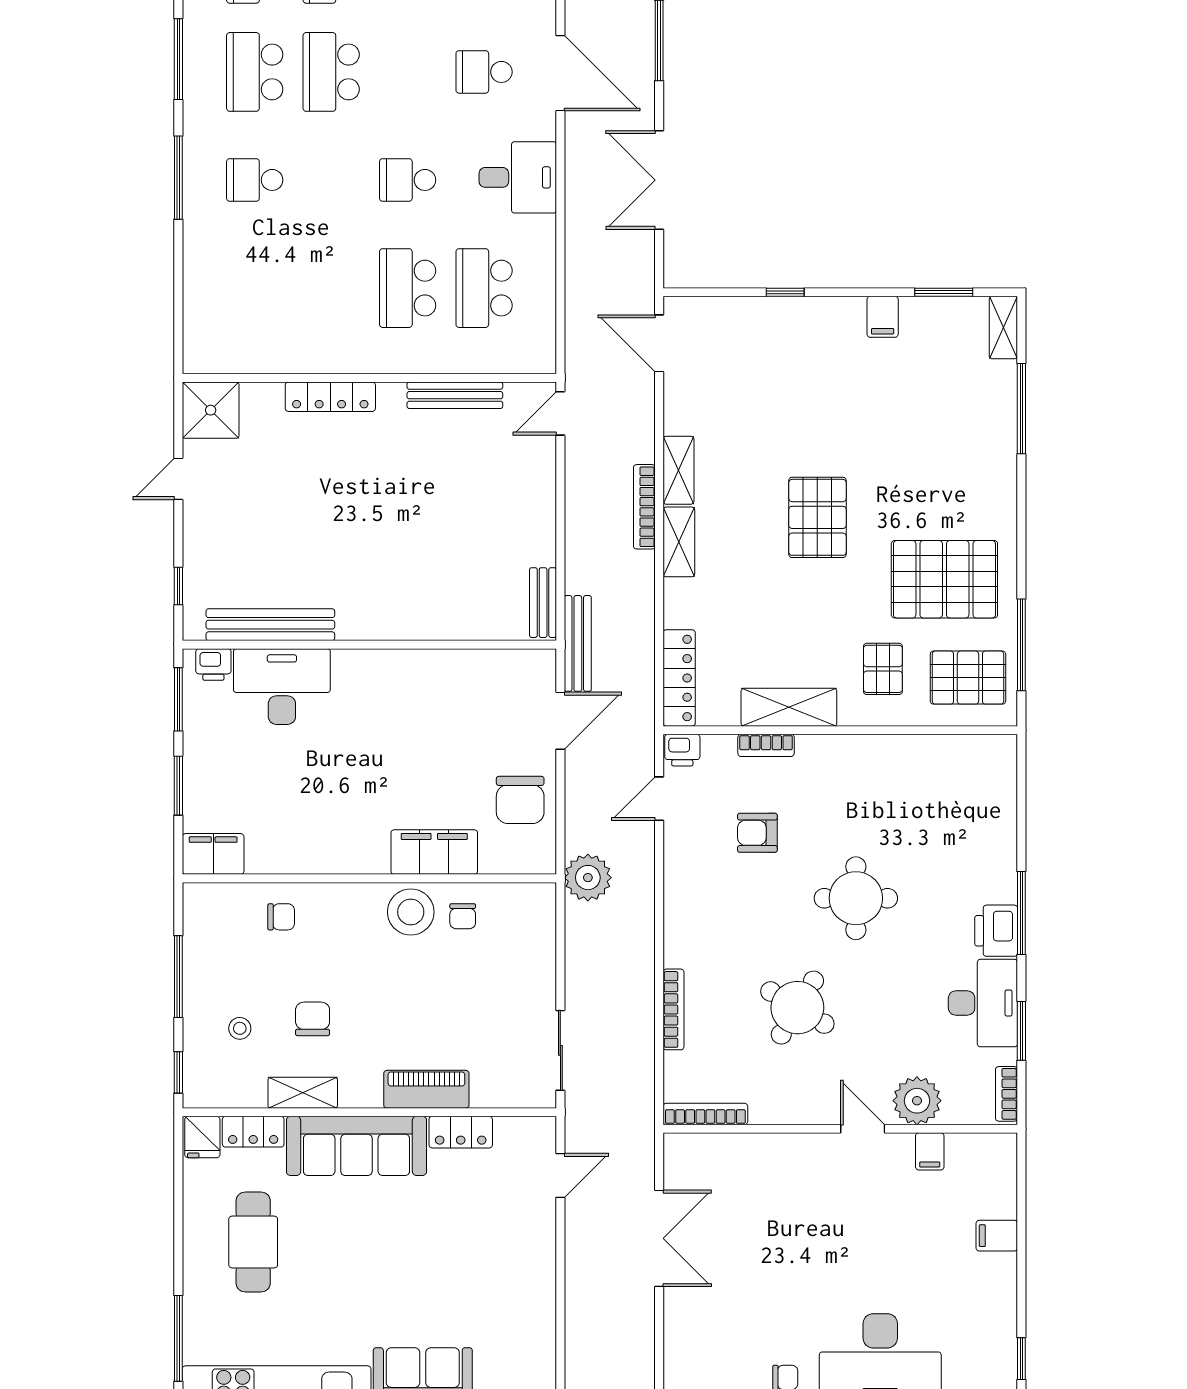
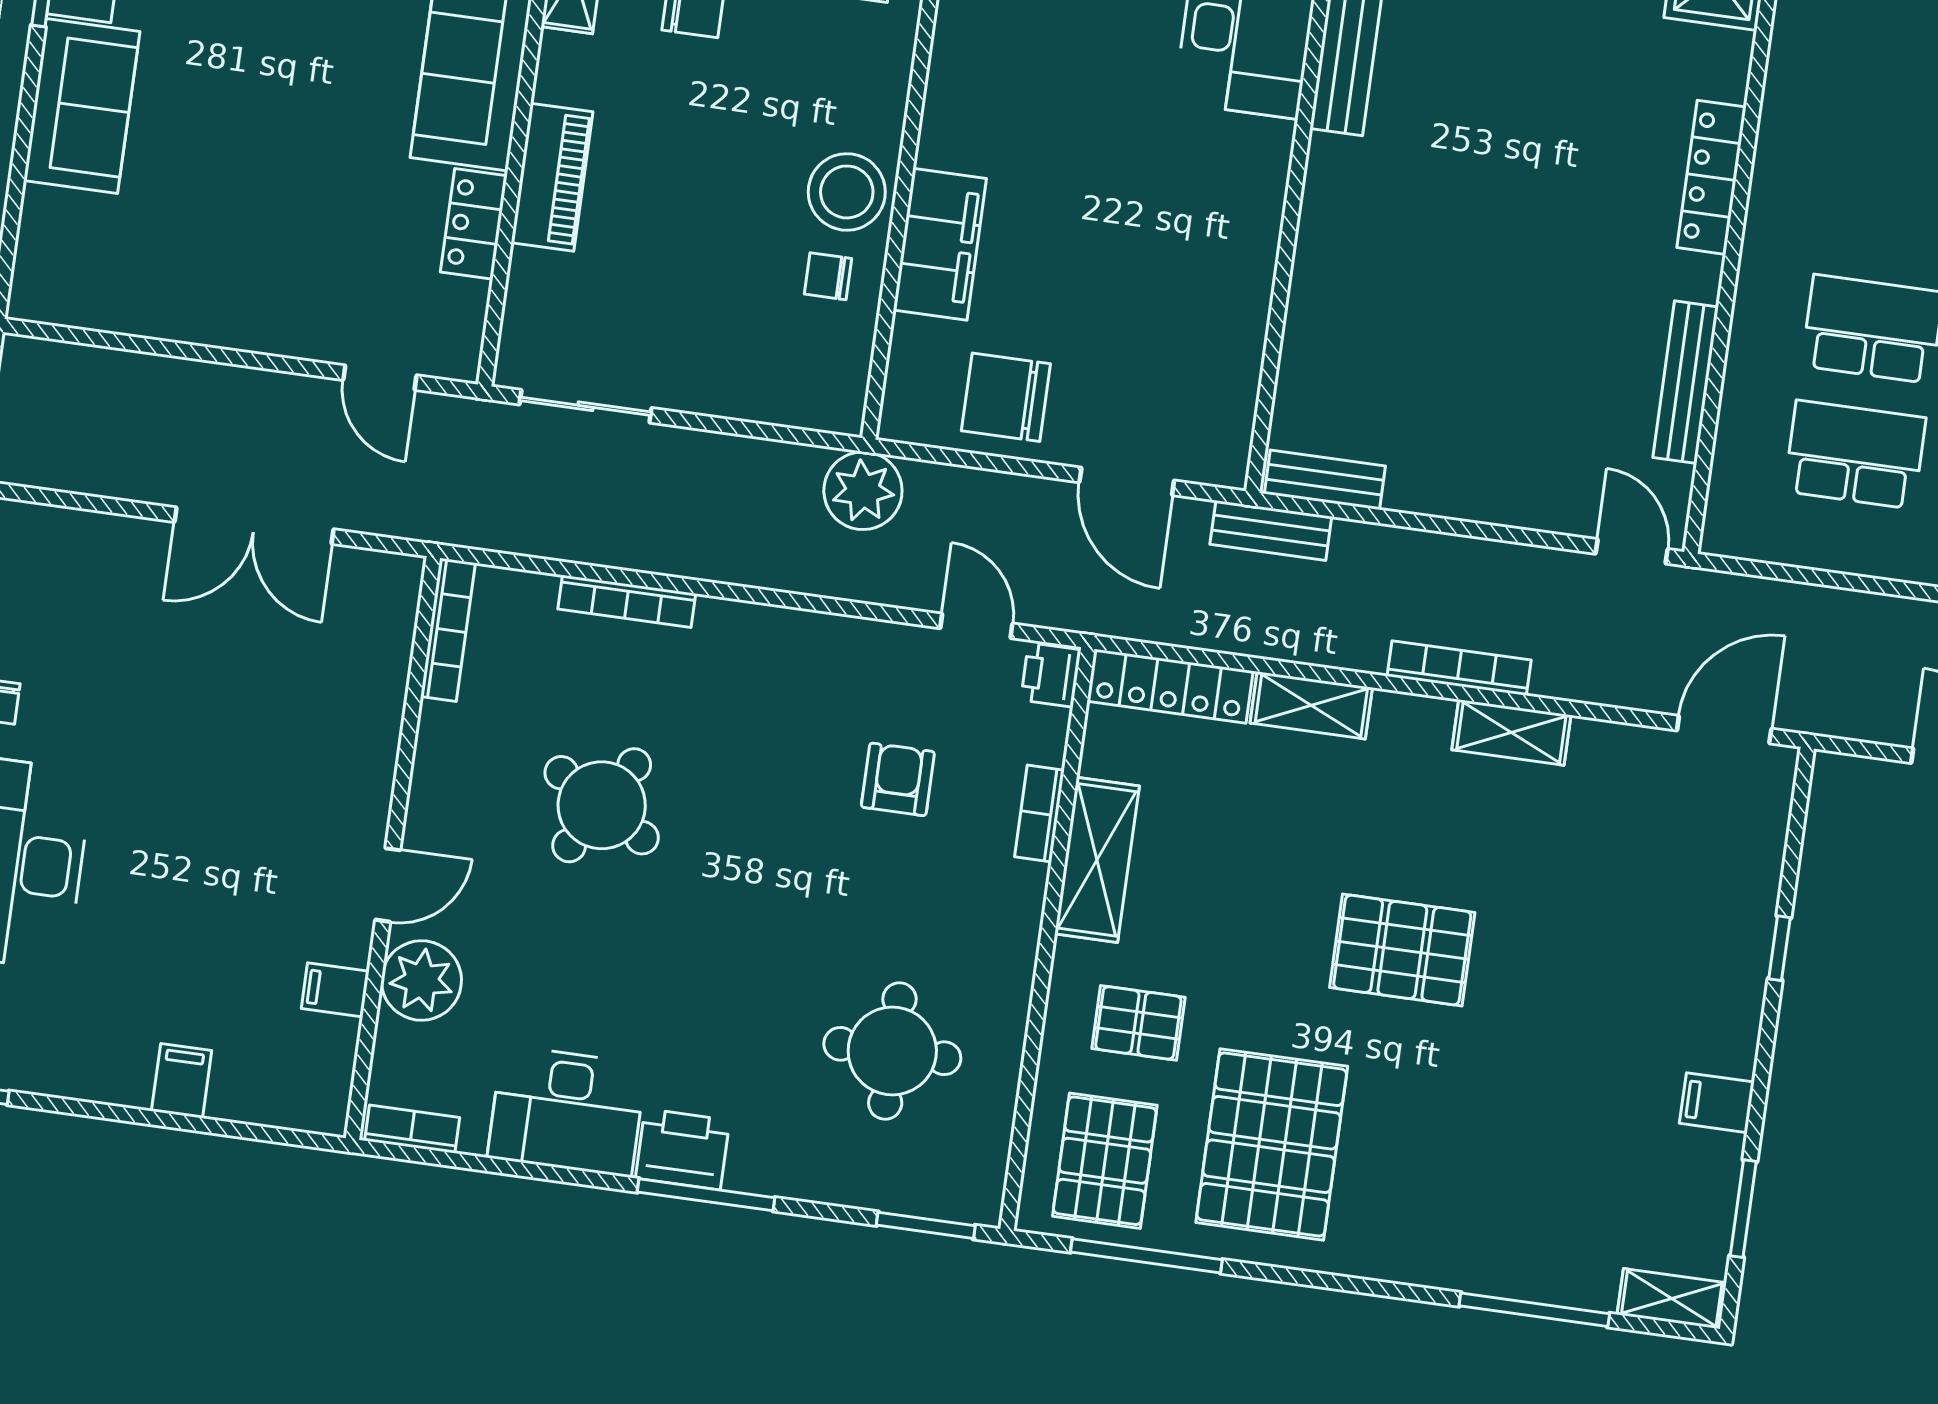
shelving: (679, 542) -> (1311, 705), moved
bench: (578, 643) -> (1271, 530), width x0.73
round table: (856, 898) -> (892, 1051), moved
window: (1021, 1031) -> (926, 1225), moved

